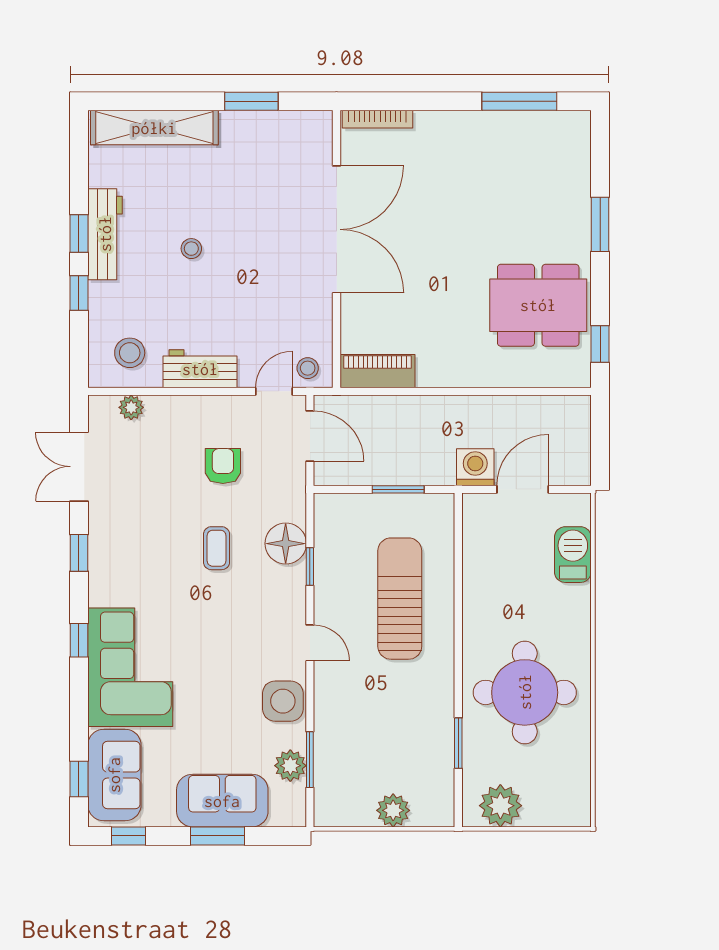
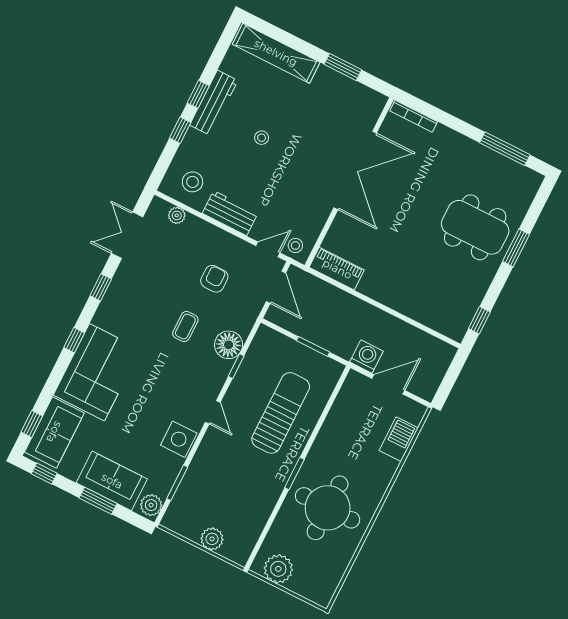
dining table: (538, 305) -> (475, 227), moved
window: (458, 743) -> (294, 474), moved
plant: (290, 766) -> (151, 505), moved

